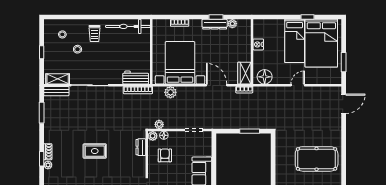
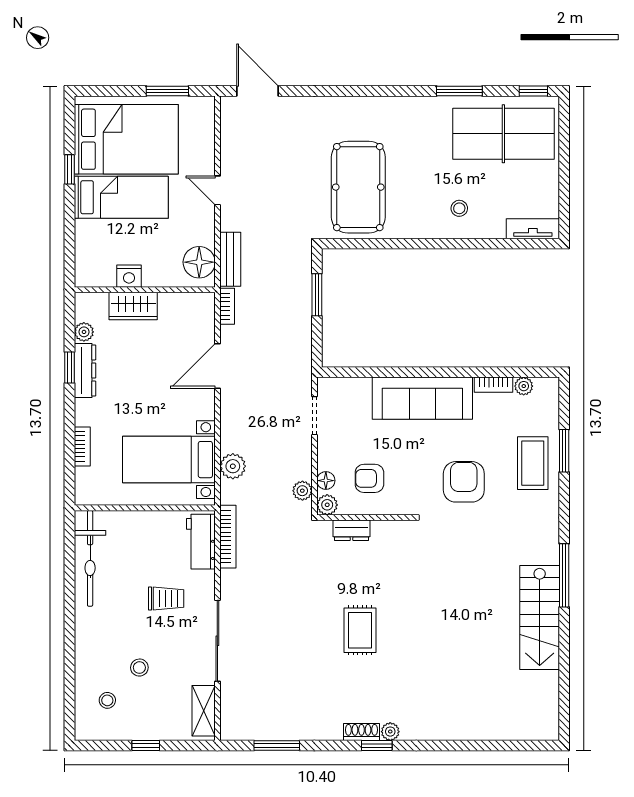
trolley: (94, 33) -> (166, 598), moved
bed with nightstands: (180, 63) -> (169, 460), width x0.73
wardrobe: (244, 73) -> (133, 306), moved
bench: (56, 91) -> (230, 259), moved
pool table: (317, 159) -> (358, 187), moved

